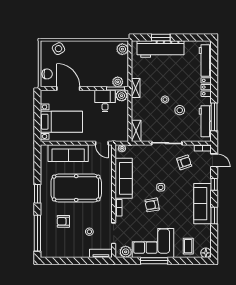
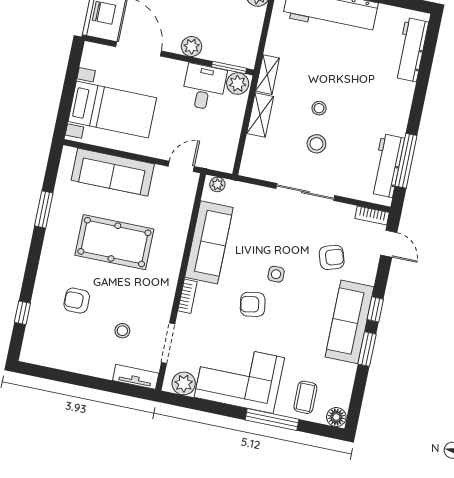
plant: (118, 82) -> (192, 46), moved
locker: (206, 87) -> (402, 101), removed
stool: (180, 110) -> (316, 144), moved
shelving: (136, 131) -> (260, 115), moved
door: (102, 143) -> (181, 166), swing flipped
armchair: (184, 162) -> (332, 257), moved
window: (214, 184) -> (375, 309), moved
pool table: (76, 188) -> (114, 242), width x0.73, depth x0.76
window: (37, 194) -> (44, 209), moved
window: (37, 233) -> (22, 313), width x0.32
window: (154, 261) -> (272, 420), moved

